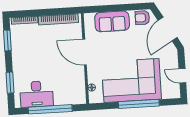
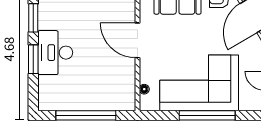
window: (10, 83) -> (33, 59), moved
desk: (37, 94) -> (55, 53), moved, turned 90

